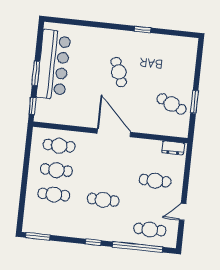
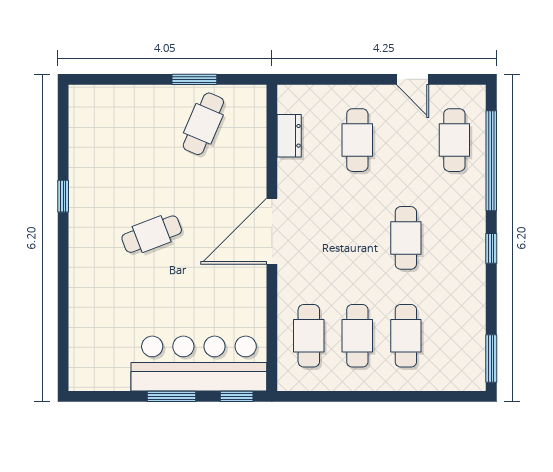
bar counter: (54, 65) -> (199, 364), moved
dresser: (173, 148) -> (289, 136), moved

